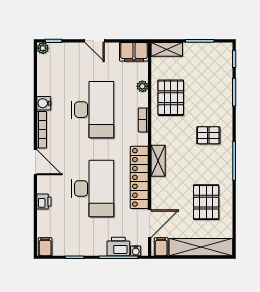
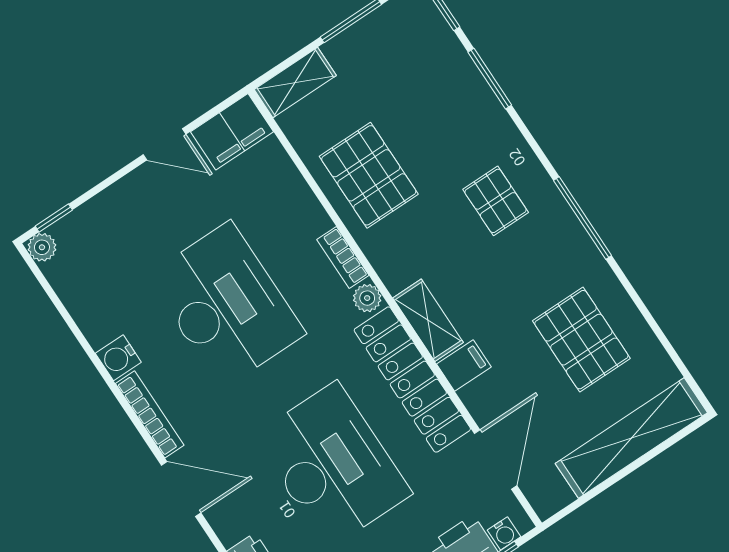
door: (95, 41) -> (165, 144), moved
plant: (142, 86) -> (367, 298), moved
pallet: (208, 135) -> (496, 201), turned 90
filing cabinet: (161, 247) -> (464, 366), moved, turned 90

